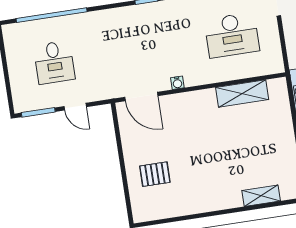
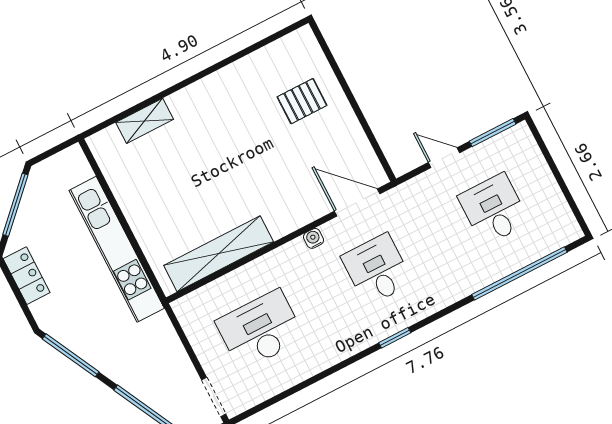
desk: (143, 49) -> (377, 270), added
shelving: (242, 94) -> (219, 254), width x1.47

